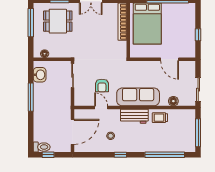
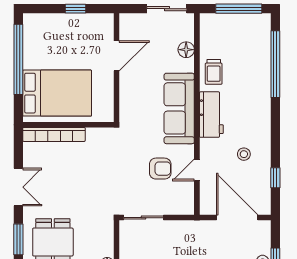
window: (120, 155) -> (275, 178), moved

